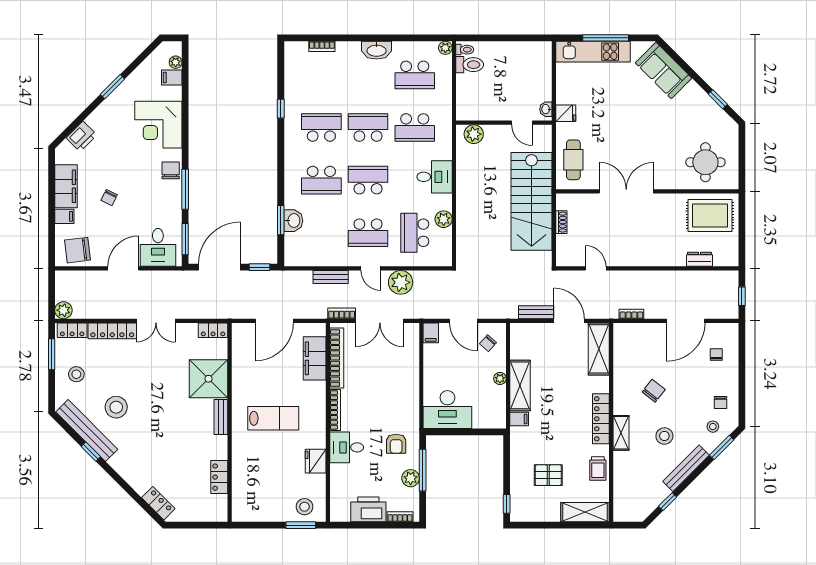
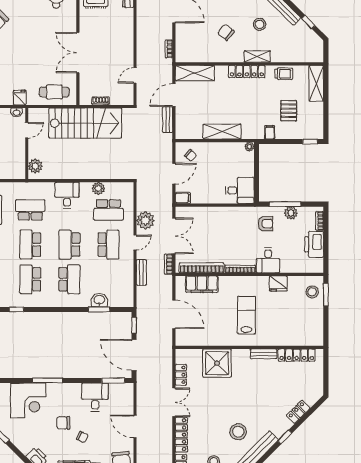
school desk: (415, 128) -> (30, 210), turned -90
chair: (171, 170) -> (63, 423), moved
window: (185, 189) -> (48, 381), moved
desk: (158, 247) -> (95, 397), moved, turned -90
locker: (213, 330) -> (181, 375), moved
plant: (500, 378) -> (249, 147), moved
desk: (447, 409) -> (240, 190), width x0.73
bench: (221, 417) -> (264, 354), moved
filing cabinet: (519, 419) -> (270, 132), moved
window: (91, 452) -> (285, 437), moved
locker: (219, 477) -> (297, 355), width x1.53
locker: (158, 503) -> (298, 412), moved

